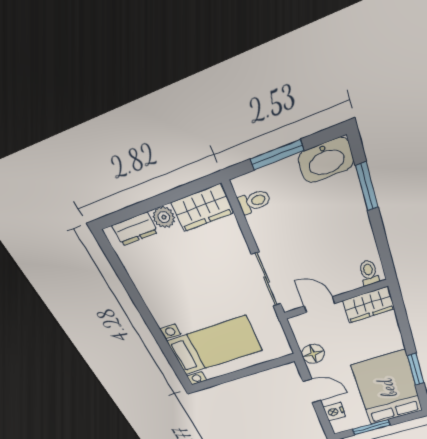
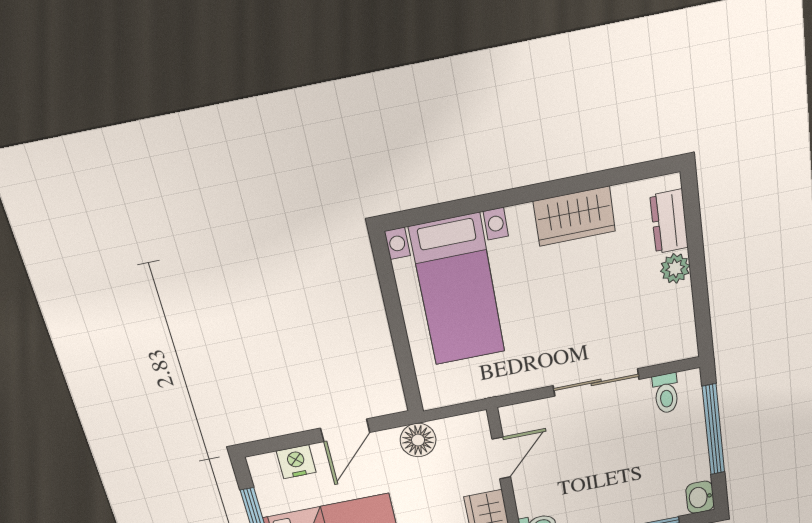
window: (277, 155) -> (713, 430), width x1.44
washbasin: (326, 160) -> (700, 497), width x0.52, depth x0.69
wardrobe: (202, 208) -> (574, 216), moved, turned -90
sliding door: (266, 280) -> (596, 382), moved

